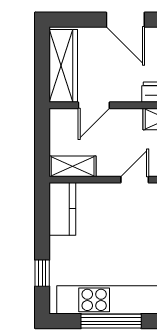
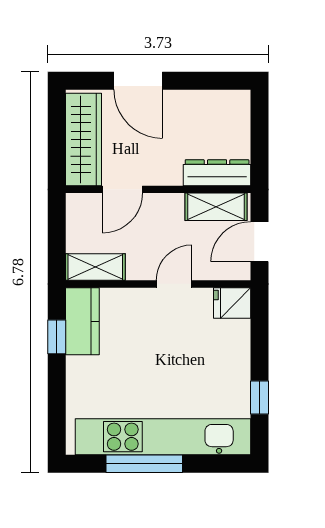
door: (125, 20) -> (138, 81), moved
window: (42, 273) -> (57, 337), moved

